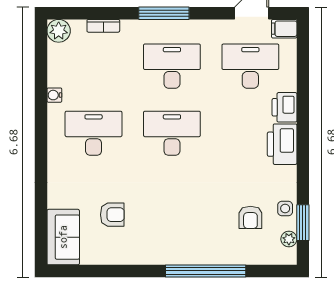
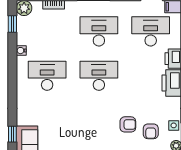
window: (41, 55) -> (12, 24), added
armchair: (112, 215) -> (128, 124), moved
window: (41, 222) -> (12, 134), added

